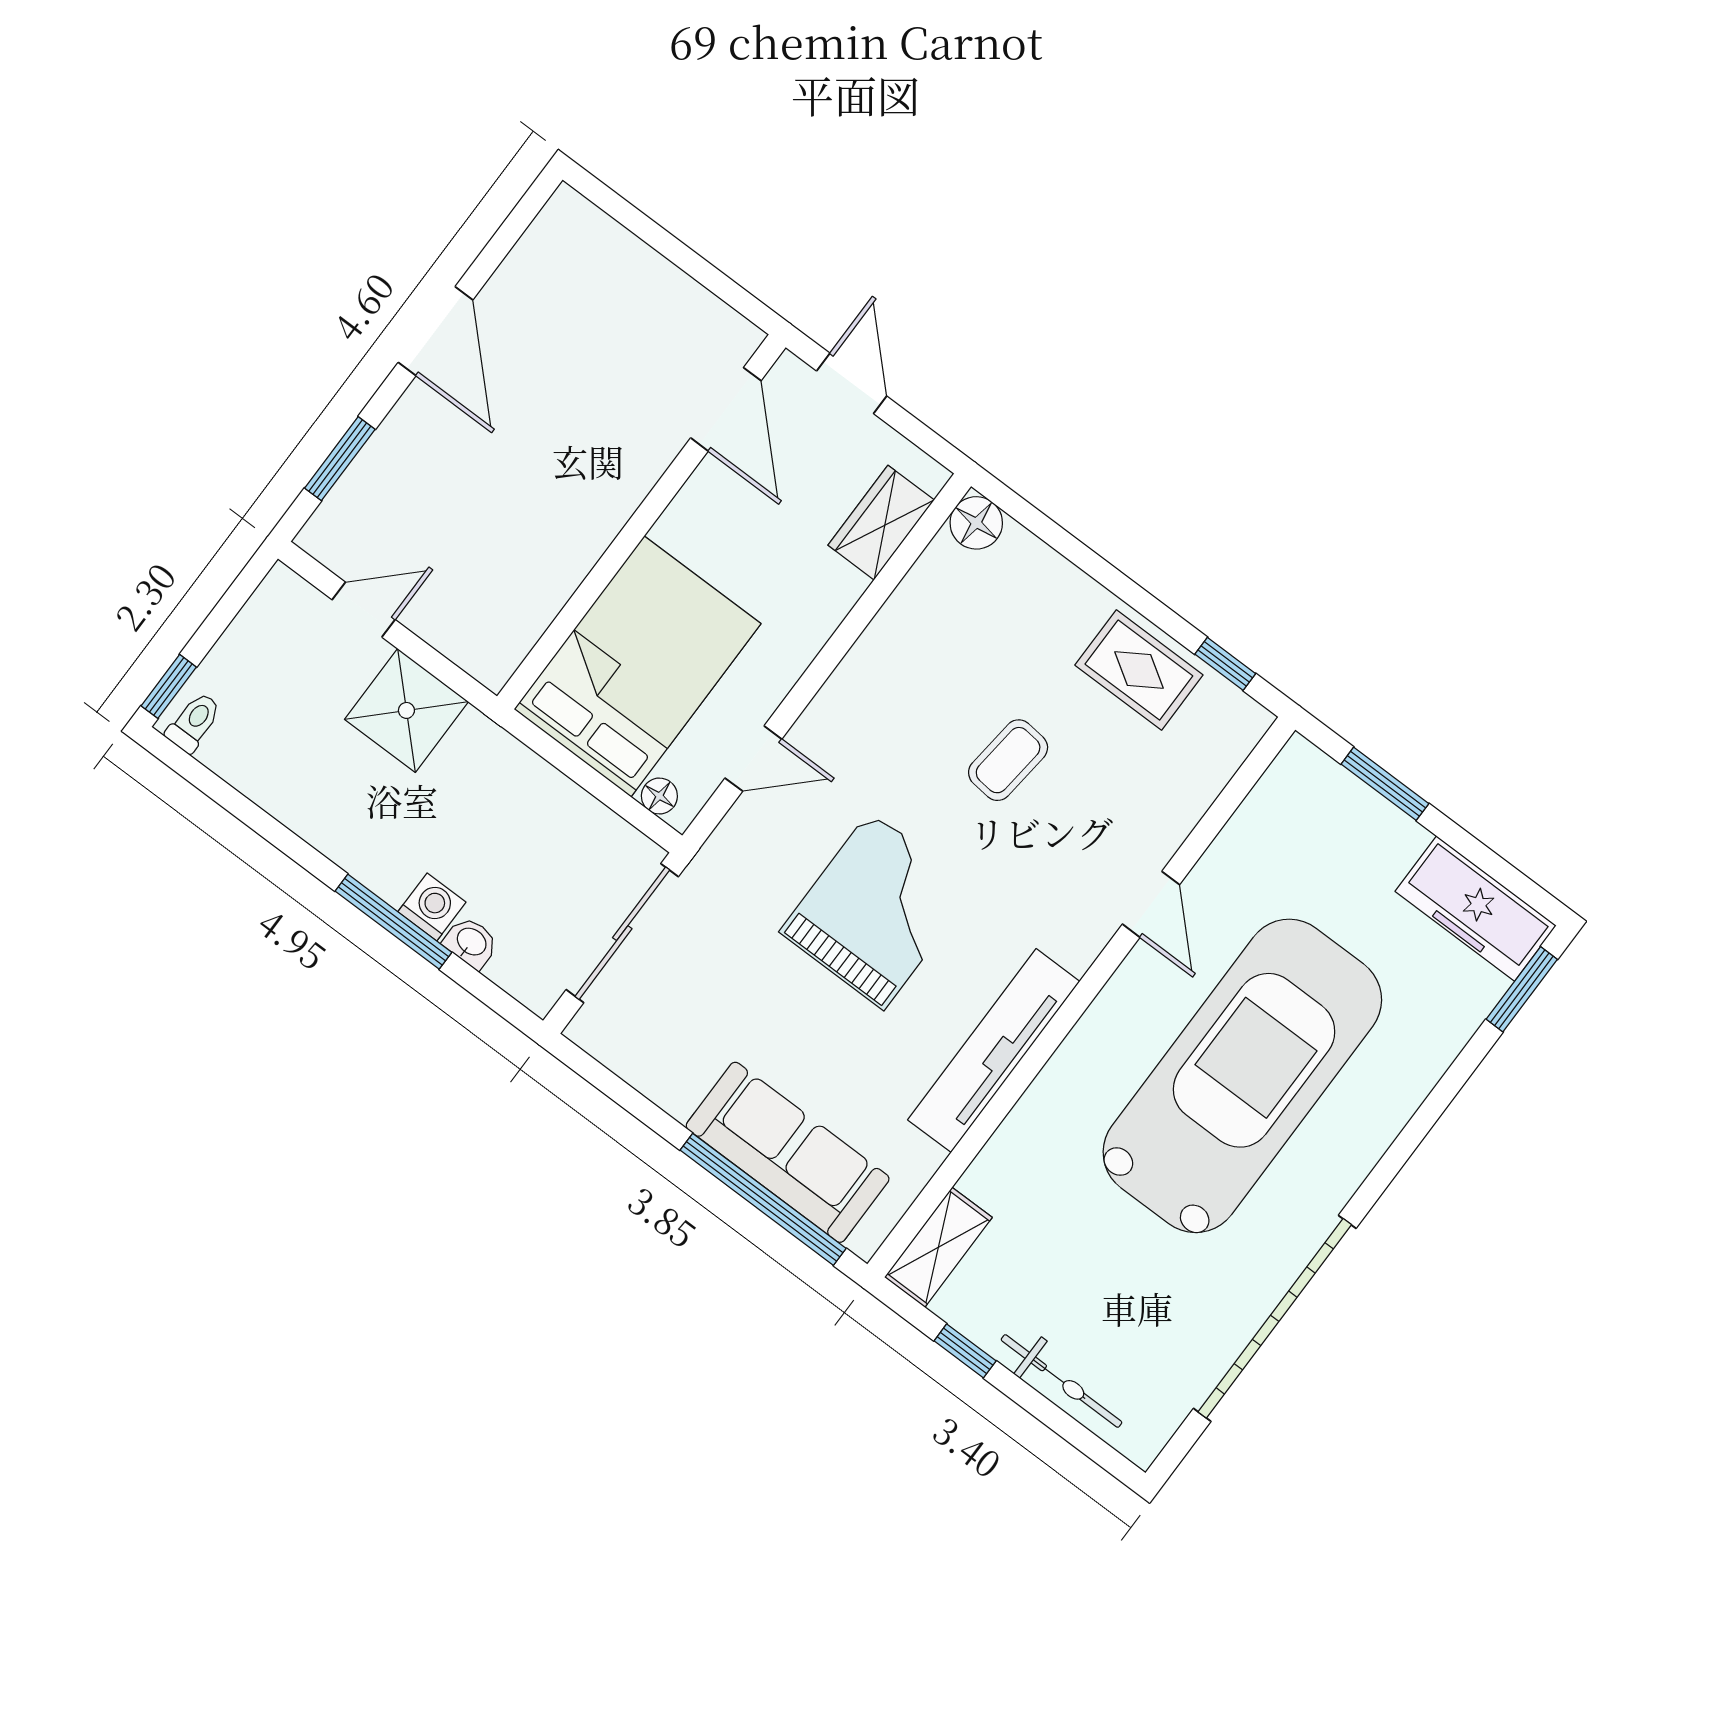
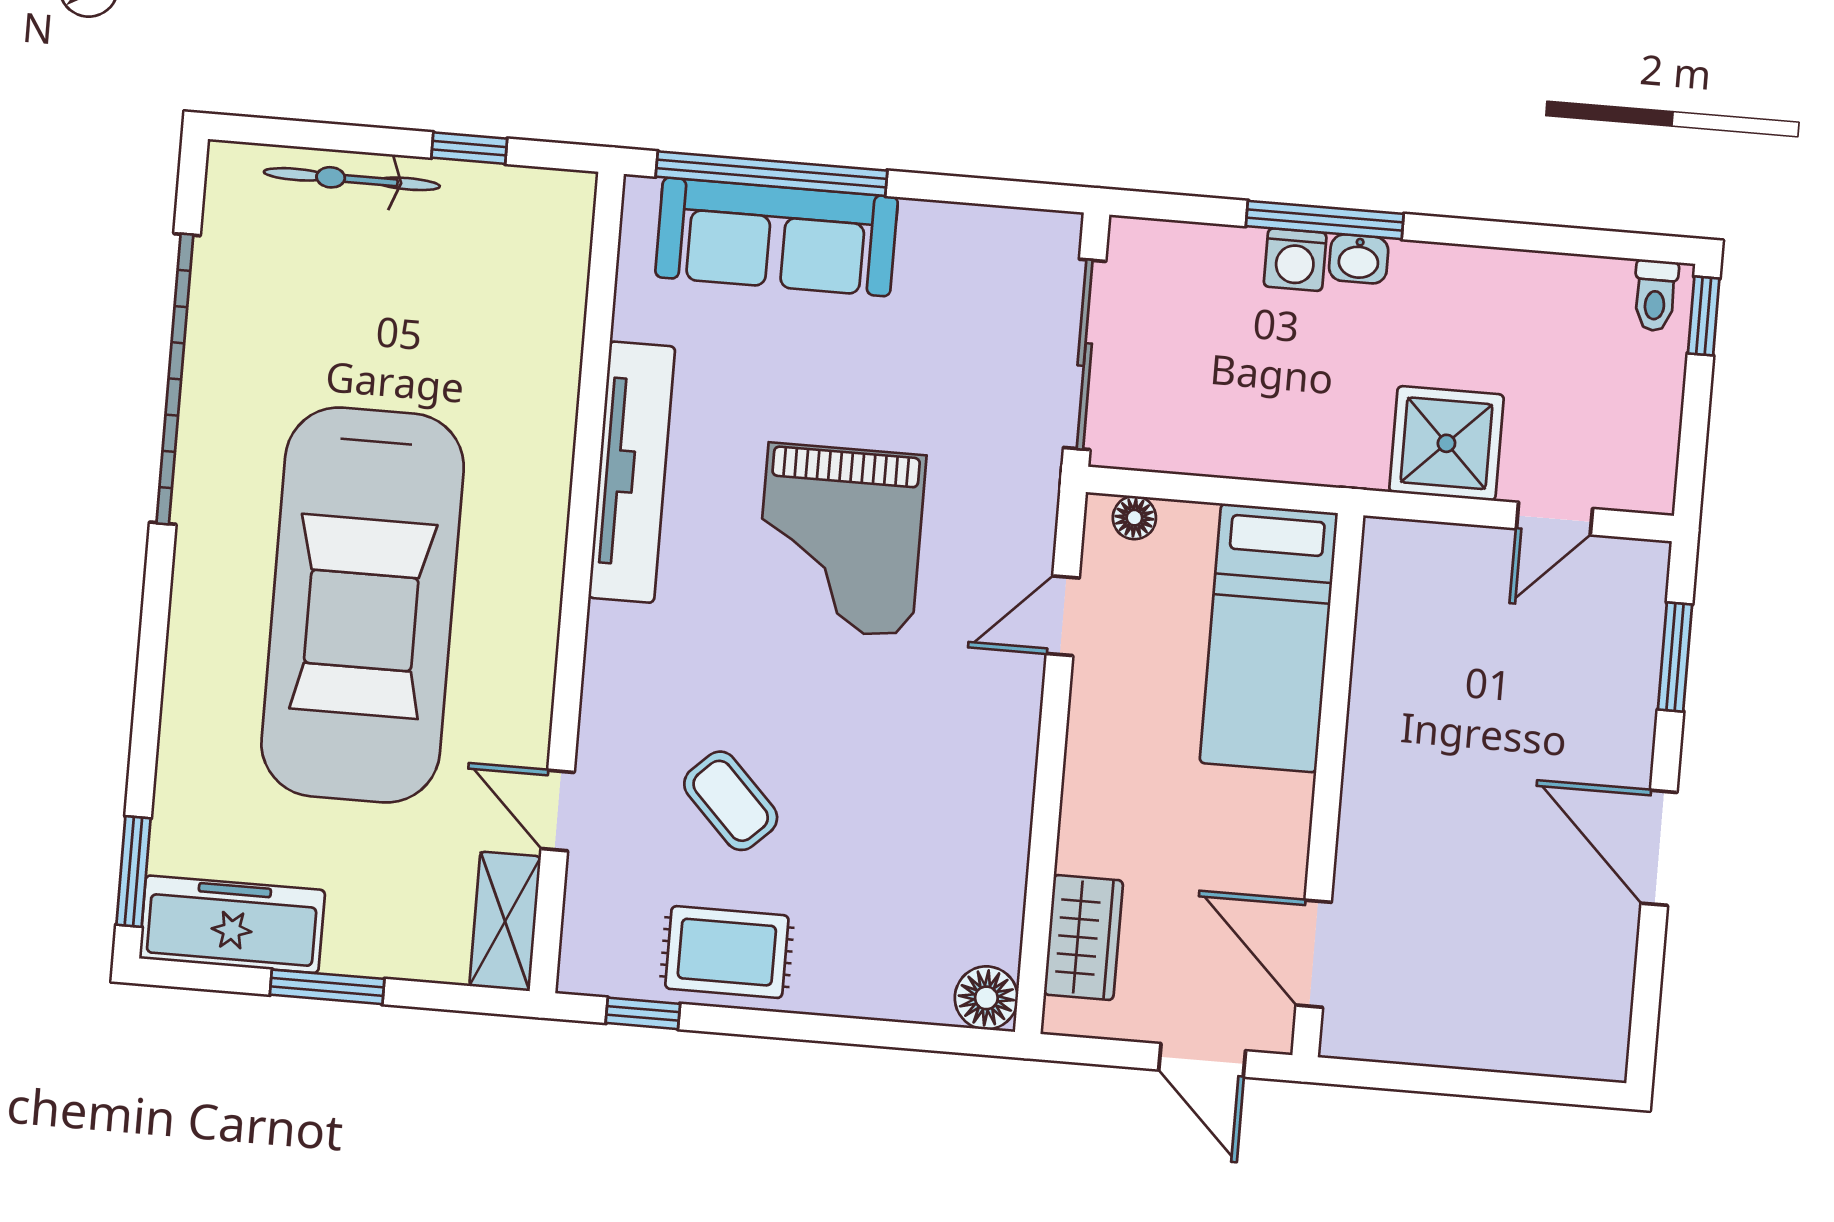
bed: (637, 666) -> (1269, 638), width x0.67
coffee table: (1008, 760) -> (731, 801), moved, turned -50
window: (1385, 784) -> (327, 987), moved
door: (1151, 904) -> (558, 810), moved
washbasin: (471, 942) -> (1359, 259), moved
shelving: (938, 1247) -> (505, 921), moved

